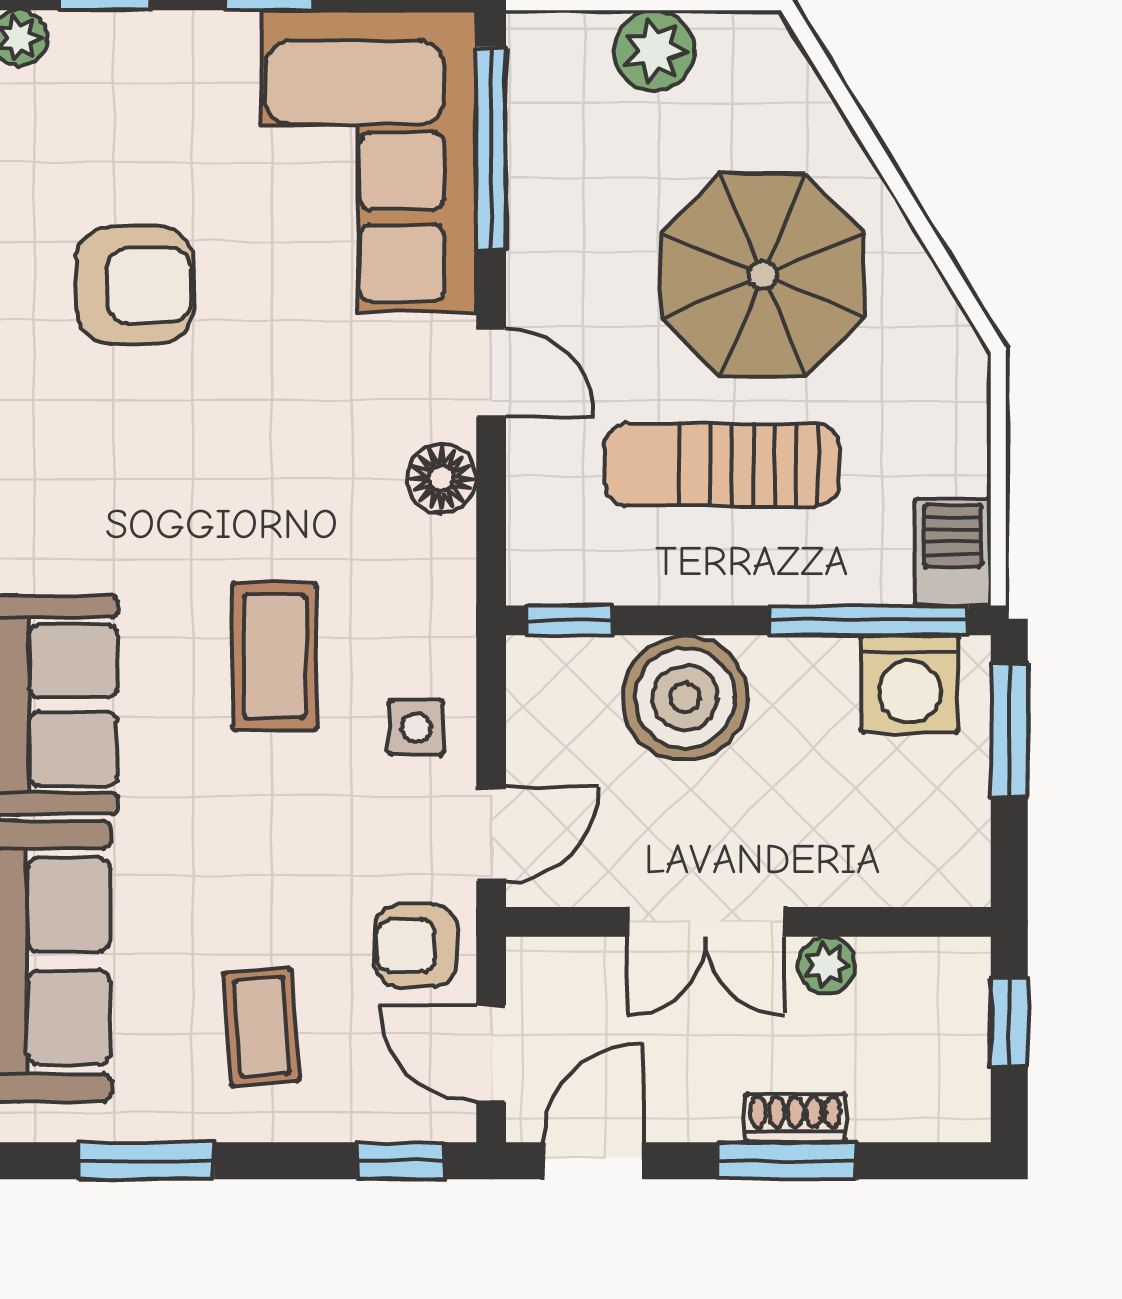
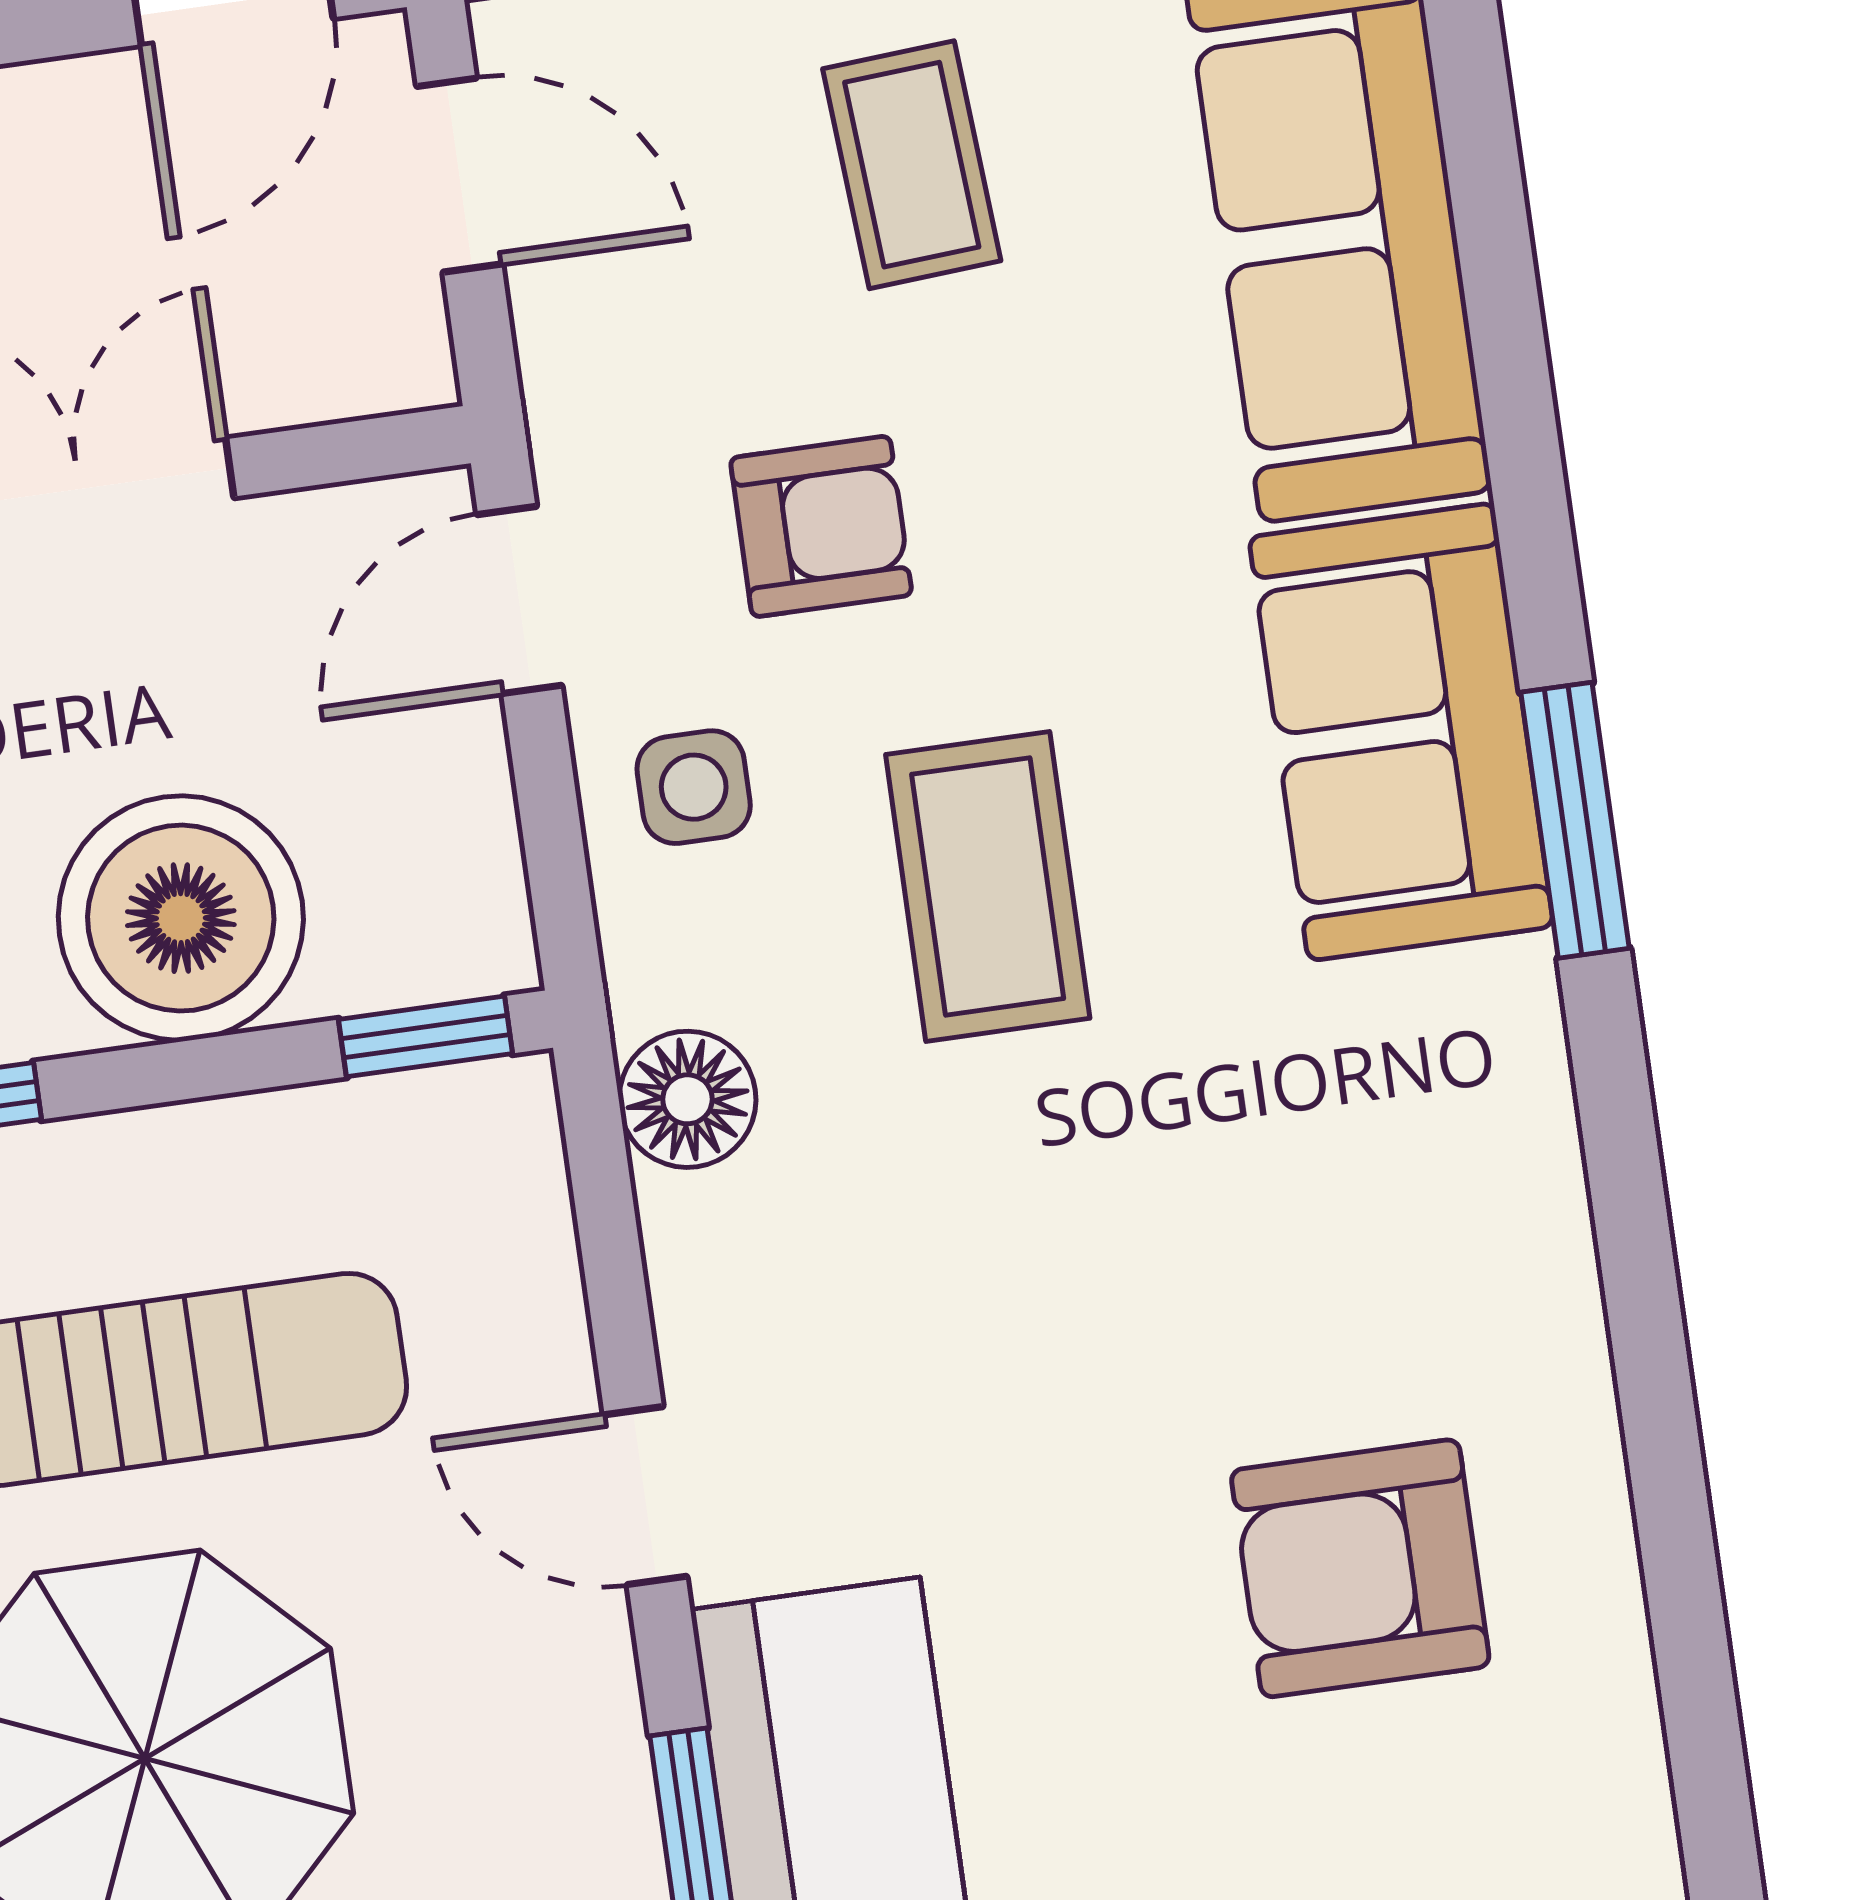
floor lamp: (441, 478) -> (687, 1099), moved
armchair: (416, 946) -> (821, 526), moved

